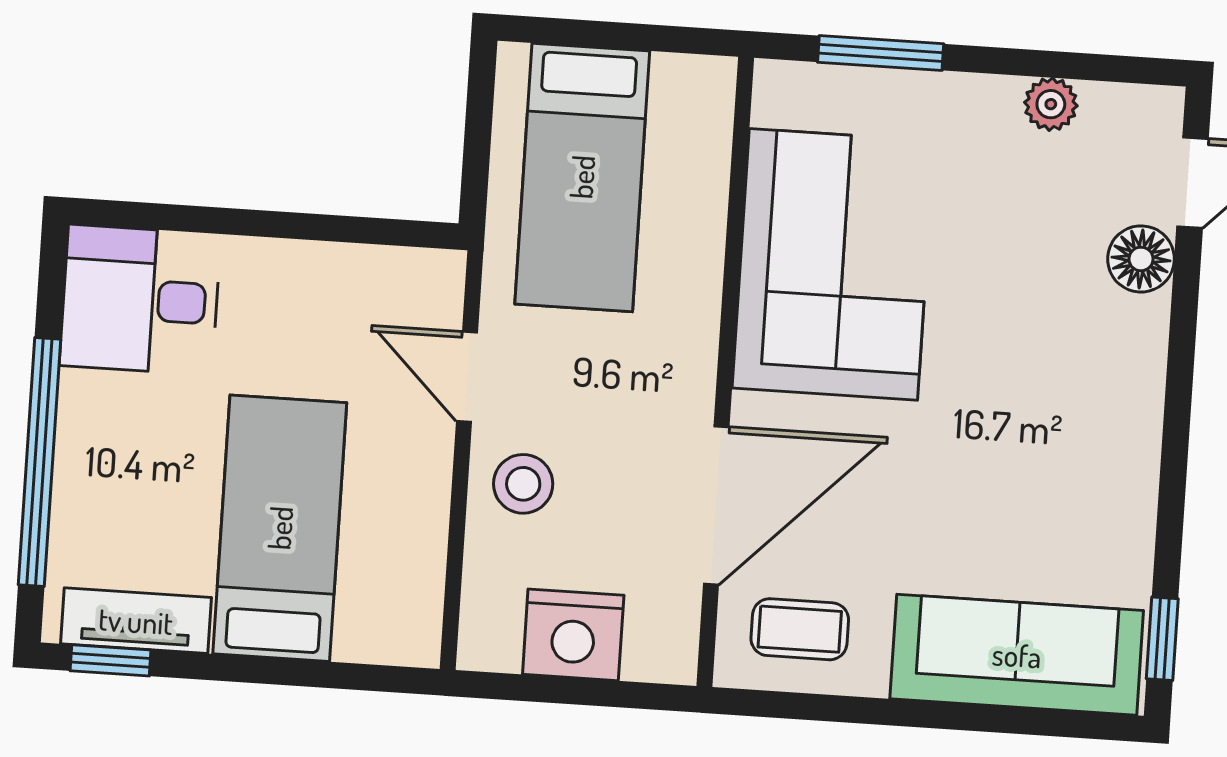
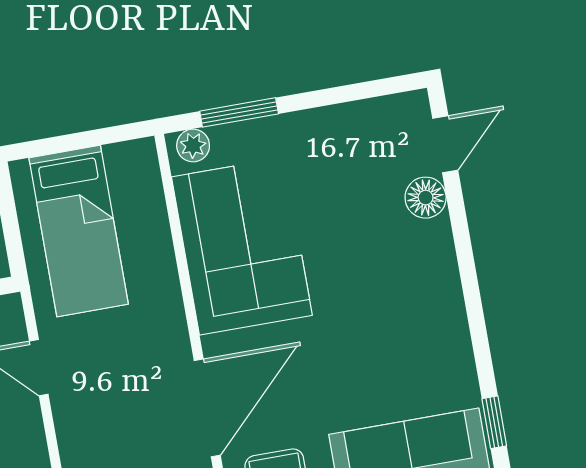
plant: (1051, 104) -> (193, 145), moved
stool: (523, 484) -> (88, 423), removed

